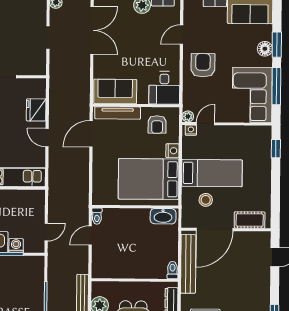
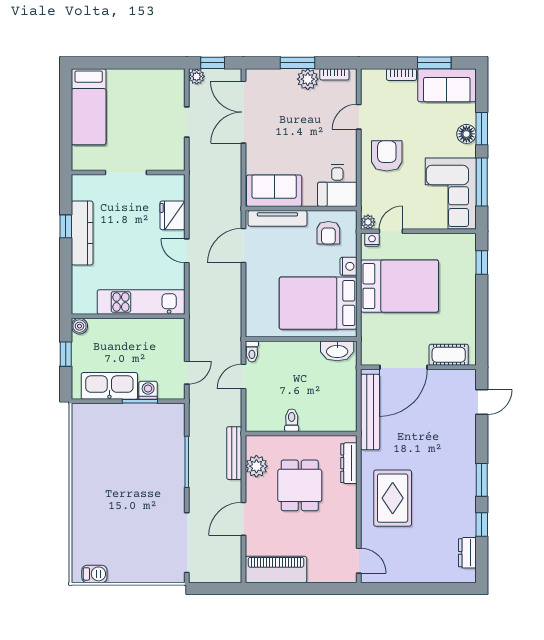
double door: (92, 30) -> (243, 112), swing flipped
bed: (212, 173) -> (400, 286), width x1.50
stool: (206, 200) -> (392, 329), removed
toilet: (173, 270) -> (292, 420), moved

